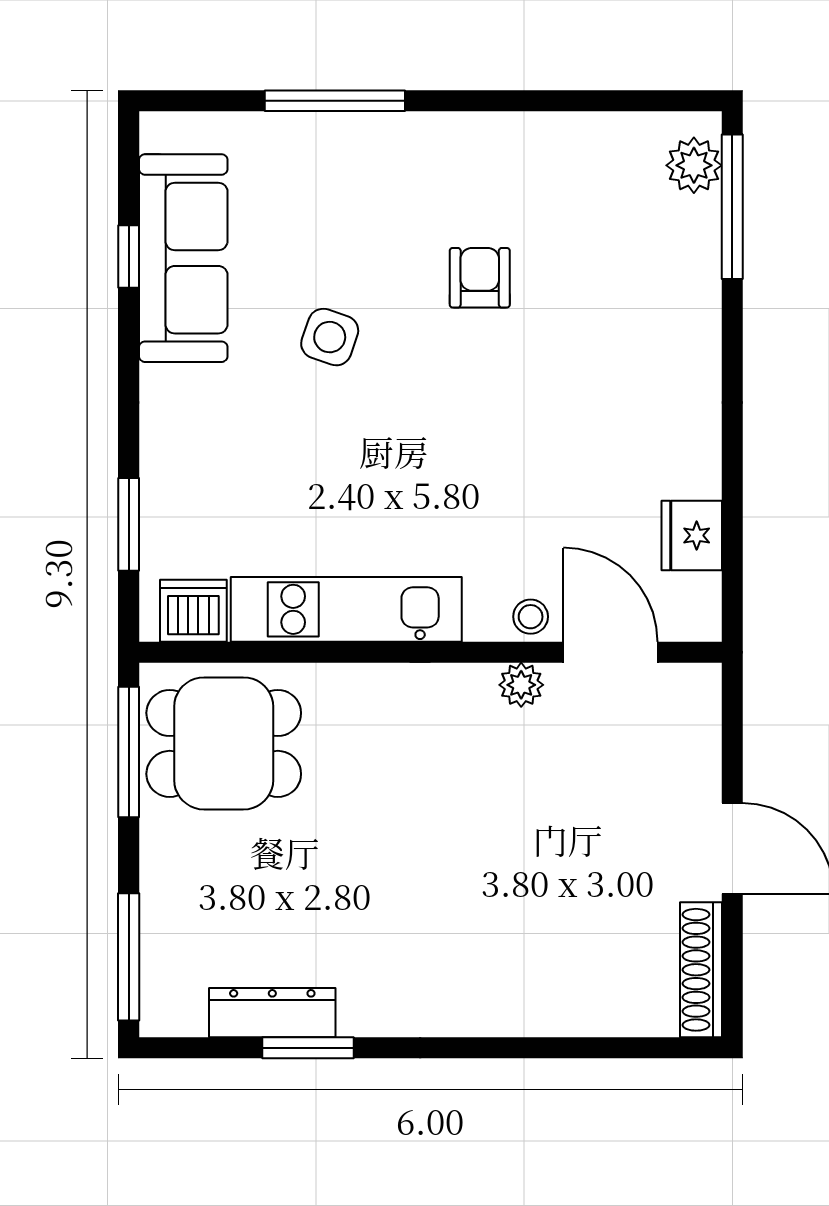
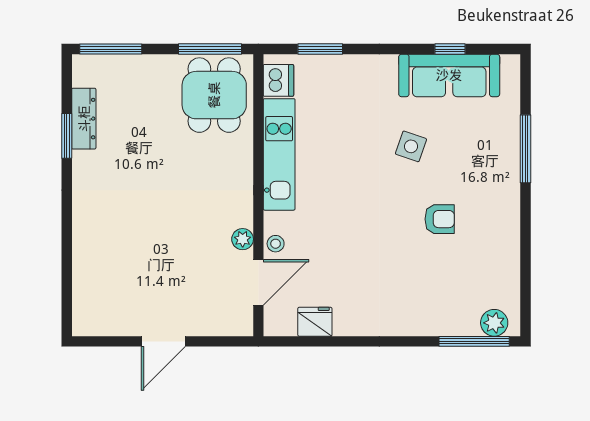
shoe rack: (701, 970) -> (105, 326), removed

